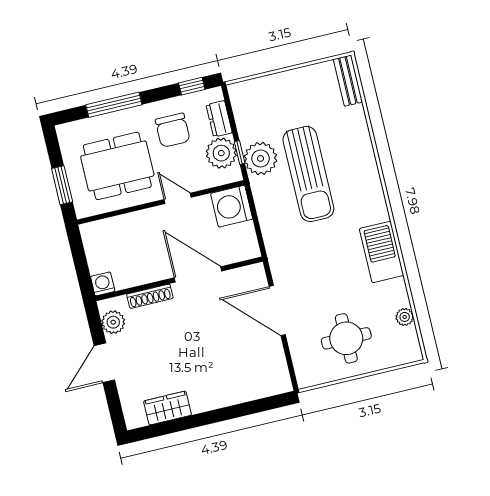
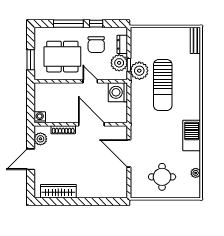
window: (192, 86) -> (96, 24), moved
wardrobe: (168, 408) -> (58, 191), width x1.50

